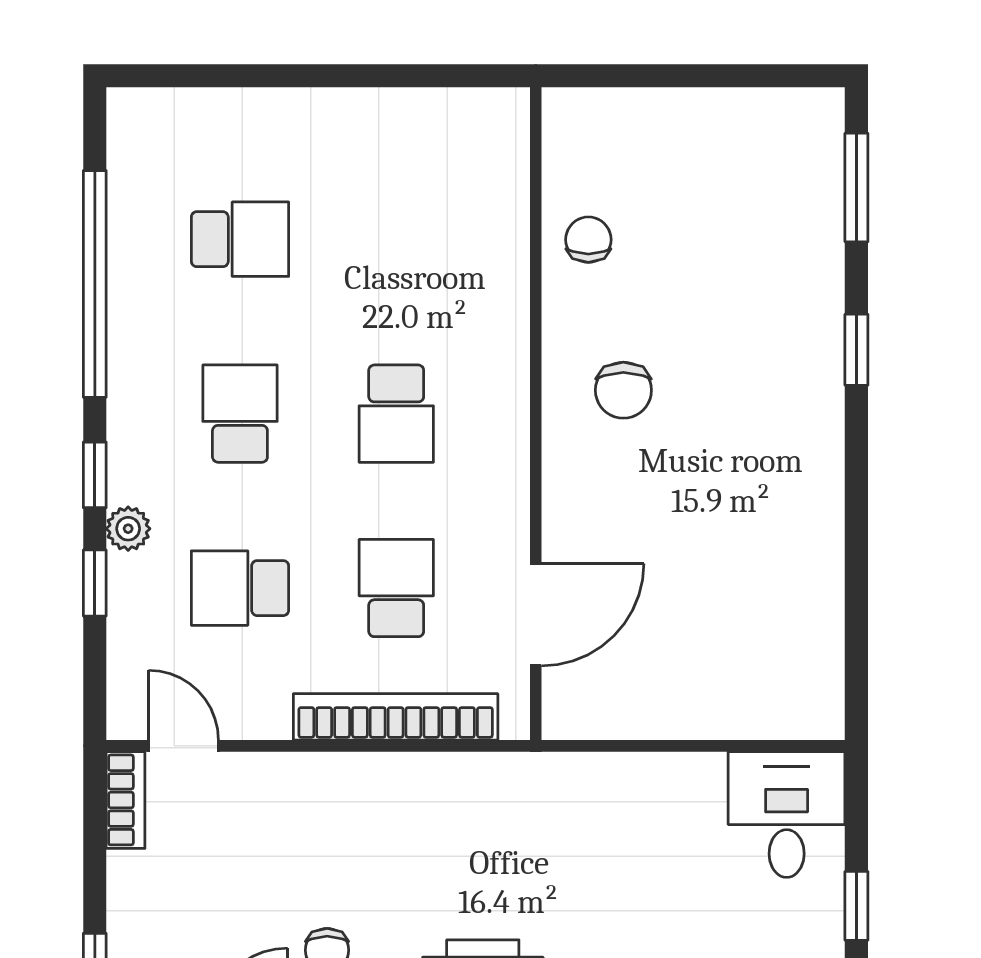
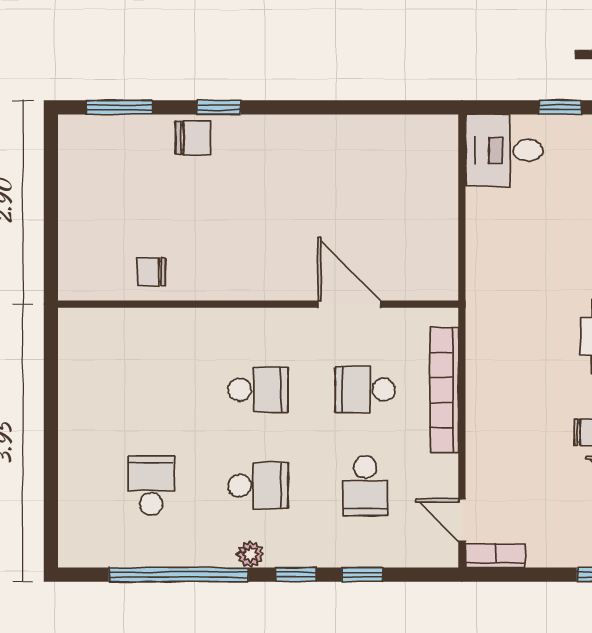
chair: (623, 390) -> (193, 138), moved
school desk: (240, 414) -> (258, 486), turned 180
plant: (128, 529) -> (250, 554), moved
door: (536, 615) -> (349, 304), moved
door: (183, 746) -> (462, 520), hinge flipped

